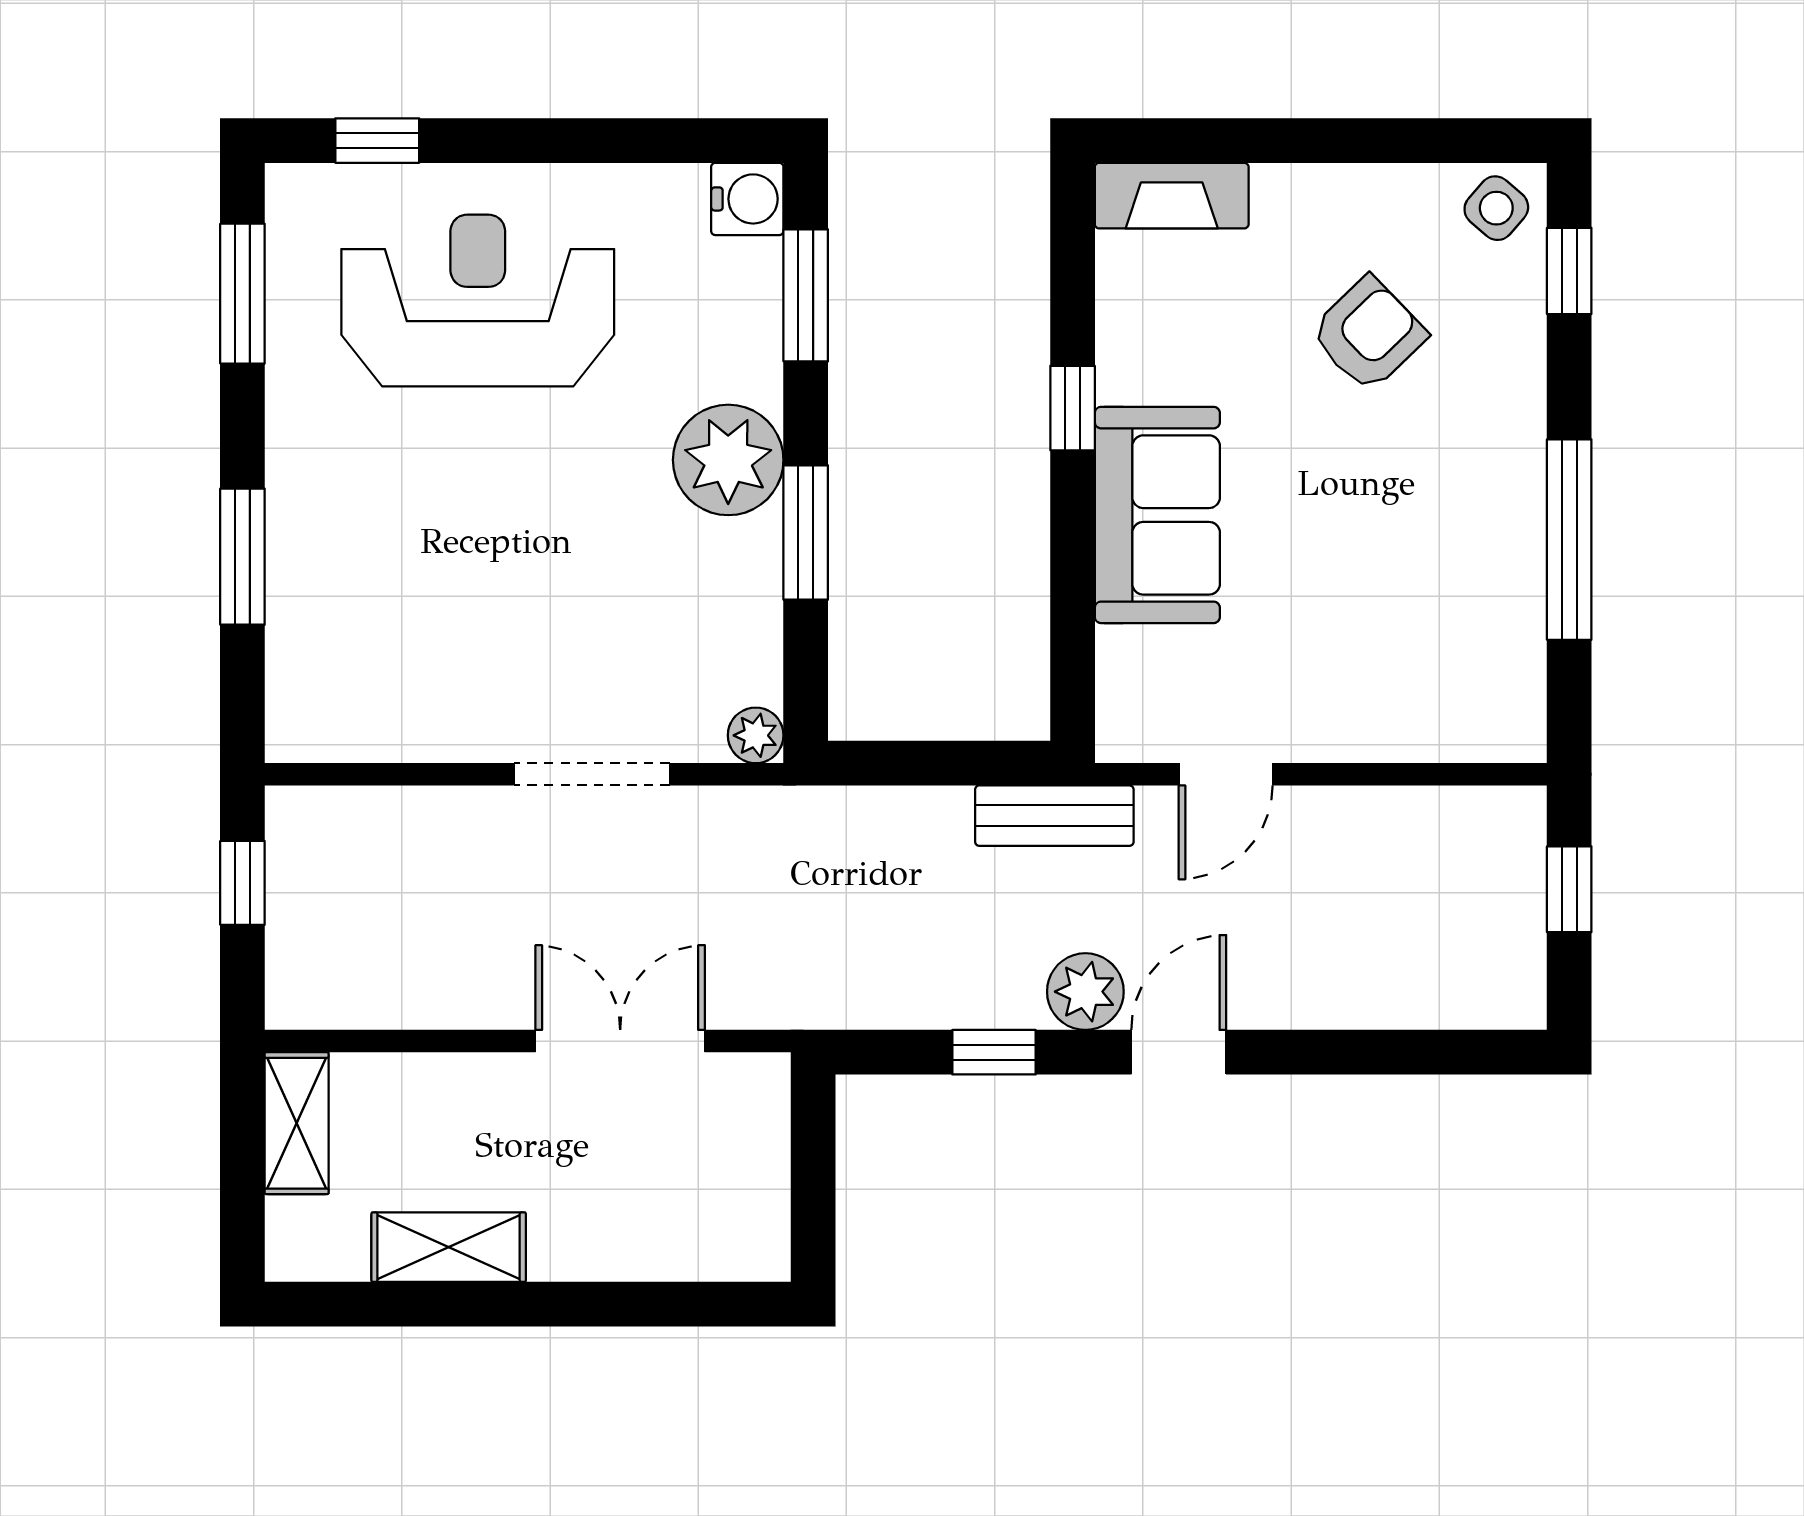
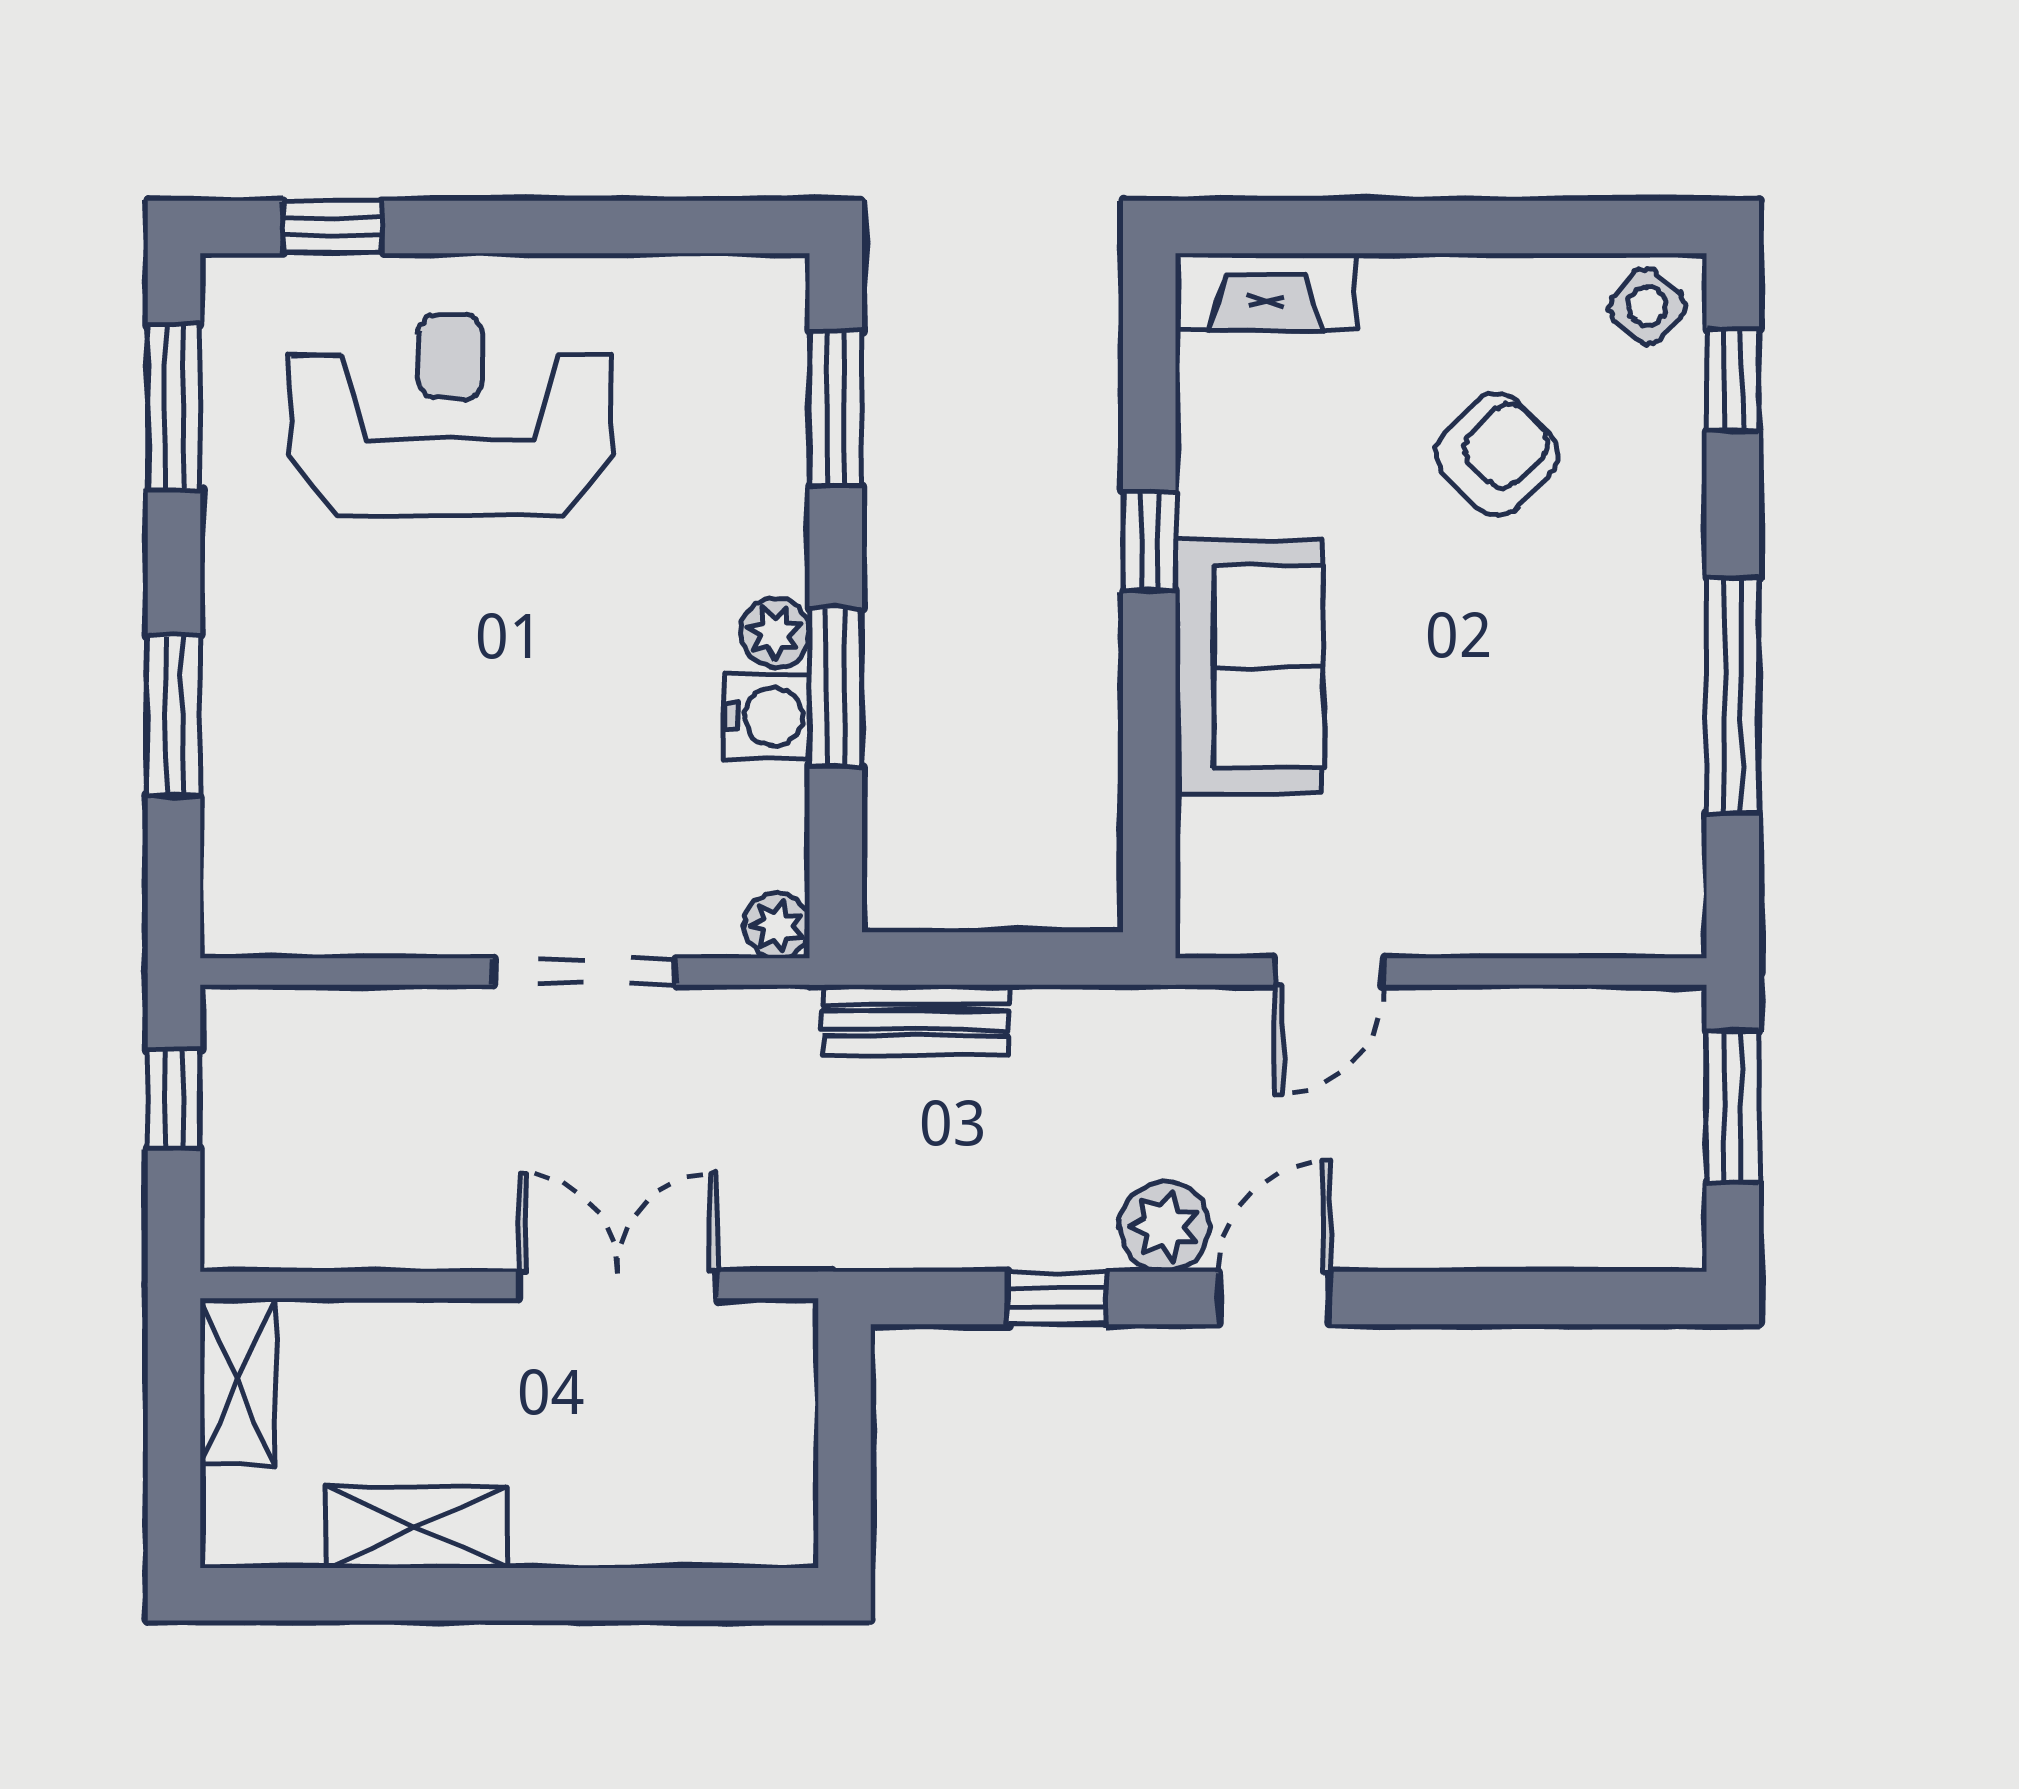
water cooler: (747, 199) -> (767, 717), moved
plant: (728, 460) -> (775, 633), width x0.53, depth x0.53
bench: (1054, 816) -> (916, 1020), moved
window: (1569, 889) -> (1733, 1107), width x1.50

